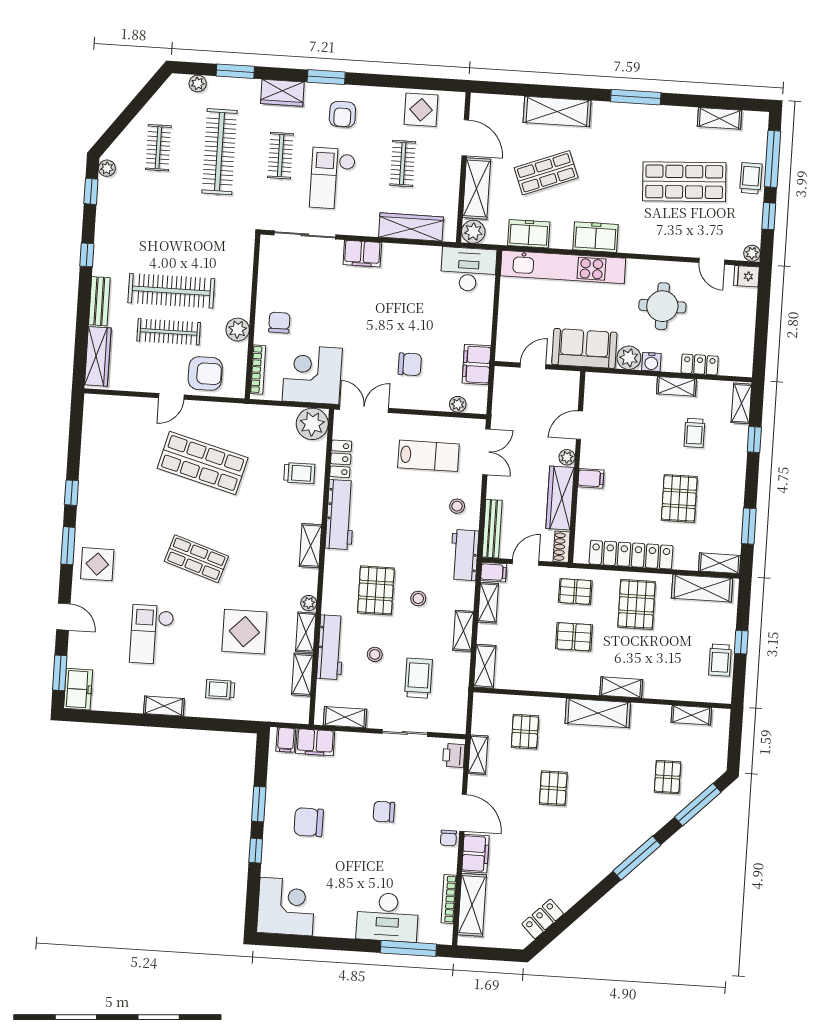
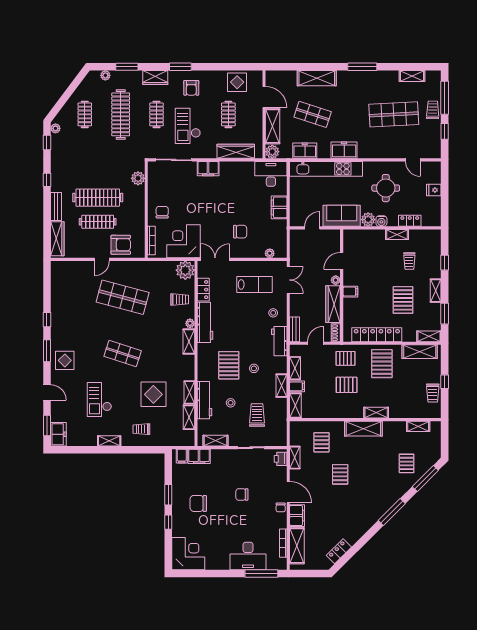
shop shelf: (546, 173) -> (313, 114), turned 39
plant: (752, 253) -> (436, 154), removed
fridge: (746, 276) -> (434, 190), moved
plant: (238, 330) -> (138, 178), moved
filing cabinet: (476, 364) -> (279, 207), moved
shelving: (741, 403) -> (436, 291), moved
bench: (492, 529) -> (294, 329), width x0.73
filing cabinet: (494, 572) -> (297, 386), moved
plant: (309, 603) -> (190, 323), moved

